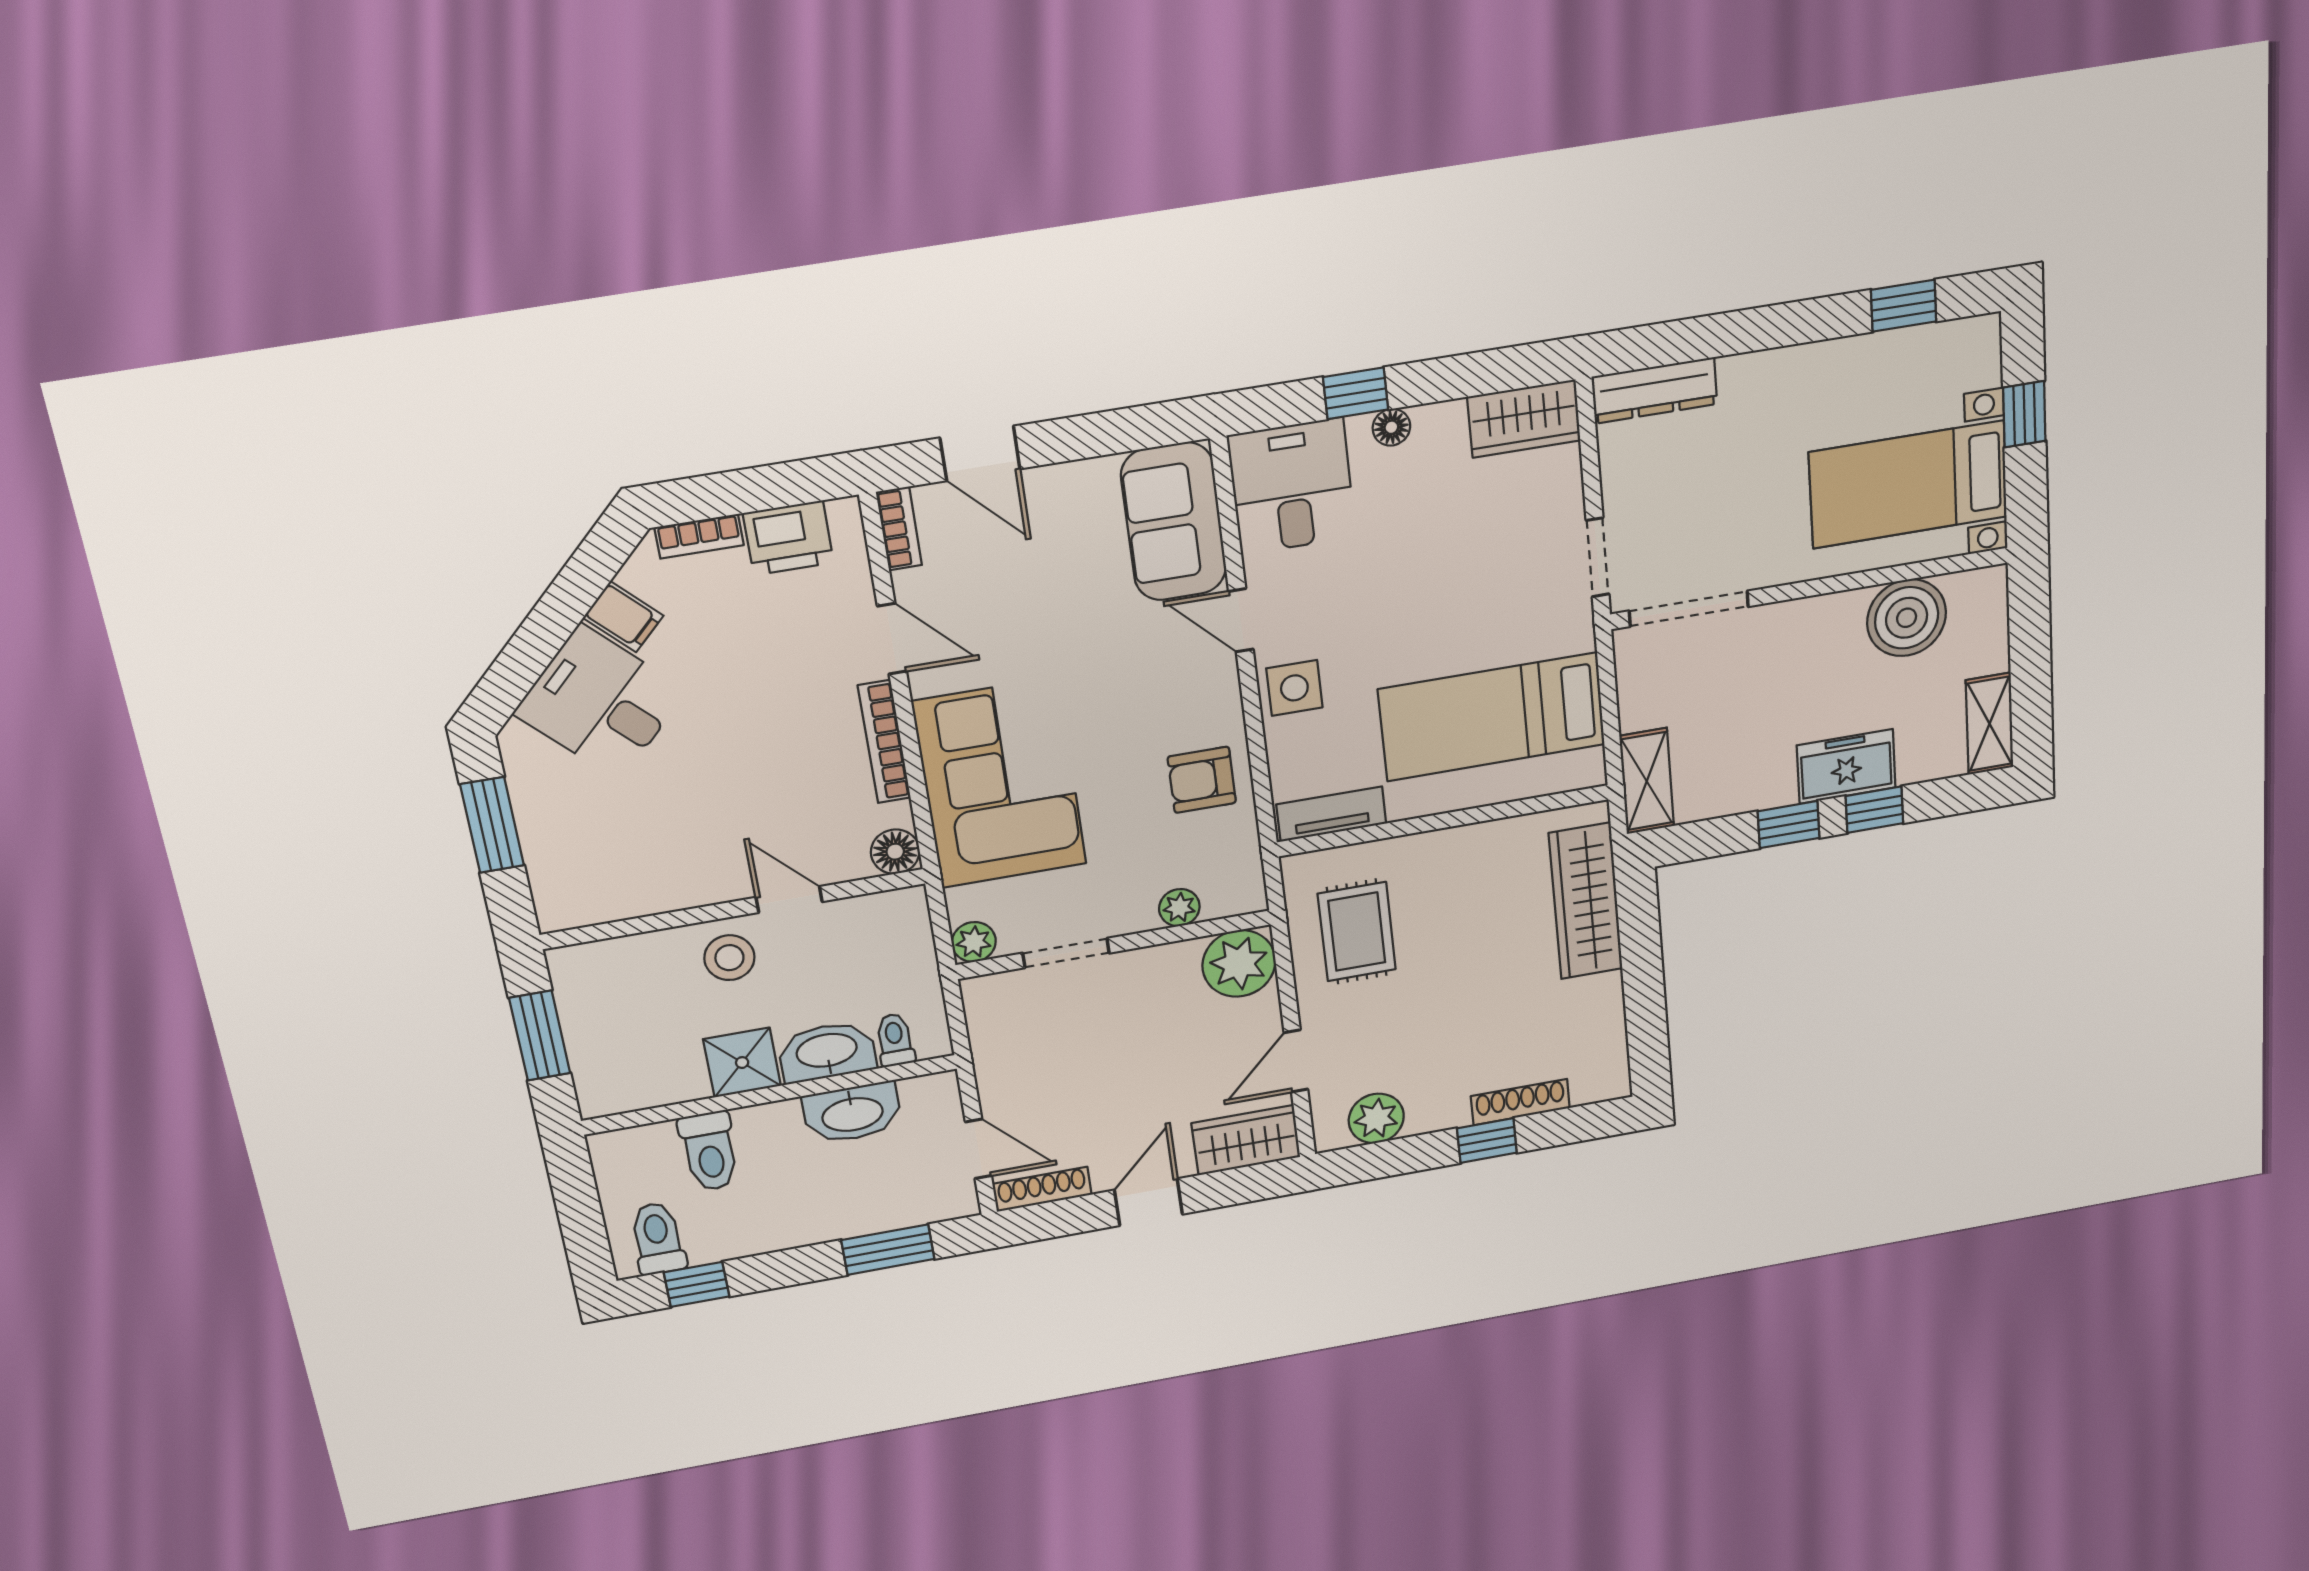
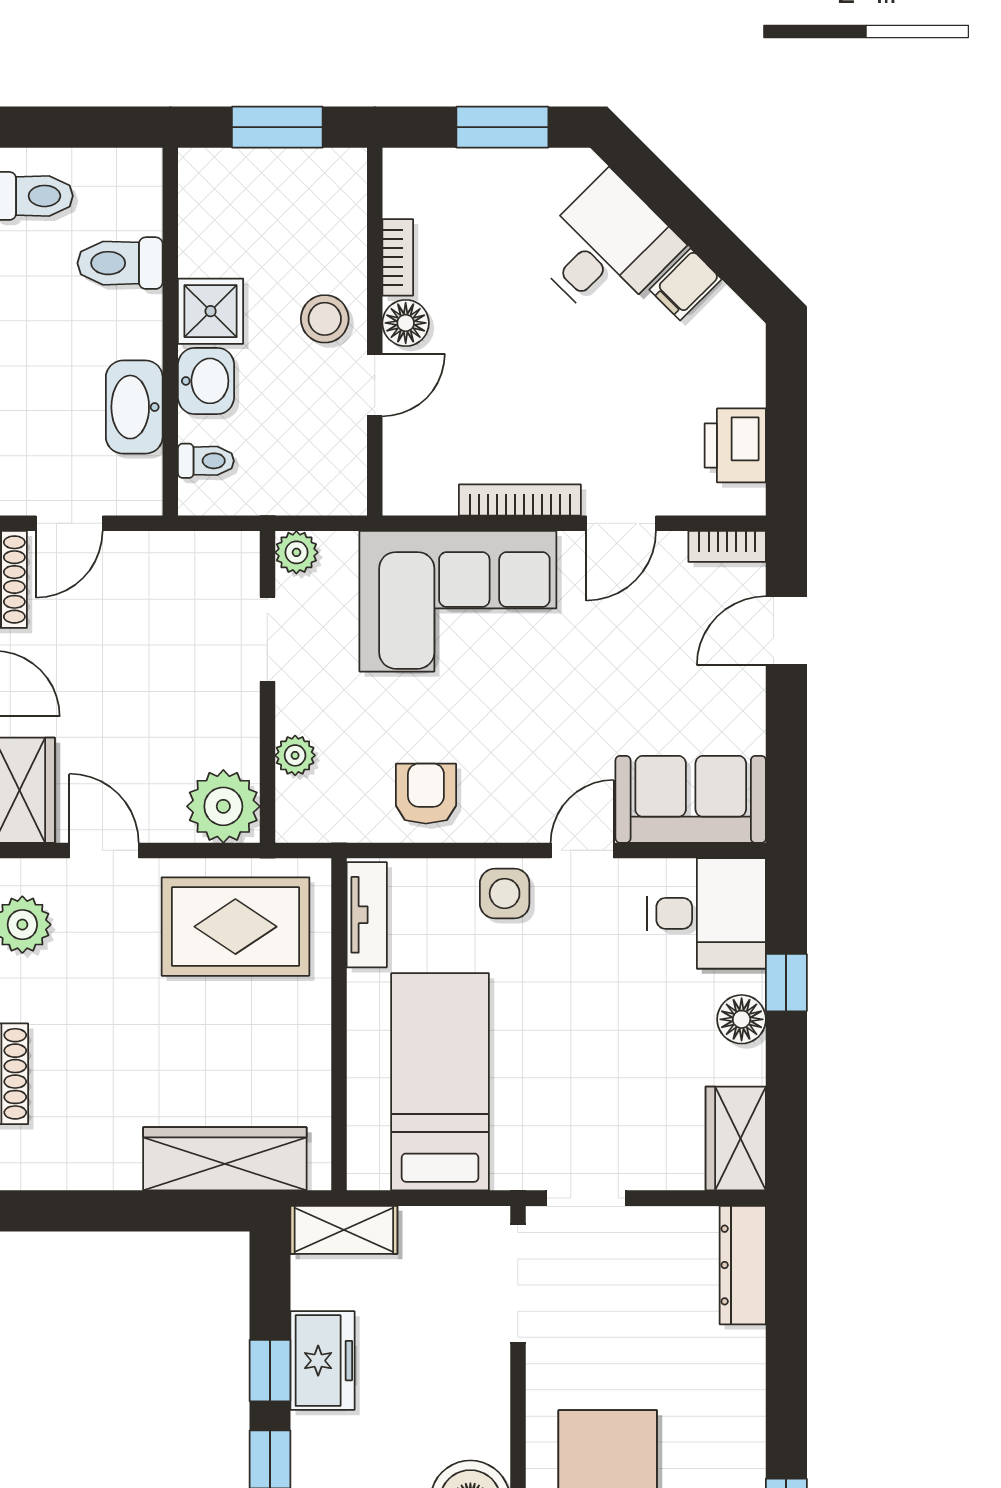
floor lamp: (1391, 427) -> (742, 1019), width x1.37, depth x1.37
bookcase: (699, 536) -> (398, 257), moved, turned 180
freezer: (1846, 766) -> (323, 1361), moved
floor lamp: (895, 852) -> (406, 323), moved
rug: (1357, 932) -> (235, 927), width x1.36, depth x1.43
washbasin: (827, 1052) -> (206, 381), width x0.72

